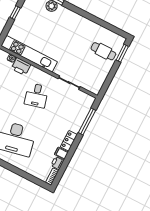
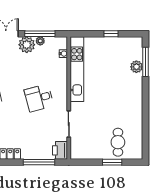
window: (122, 53) -> (112, 162), moved
printer: (21, 66) -> (60, 150), moved

